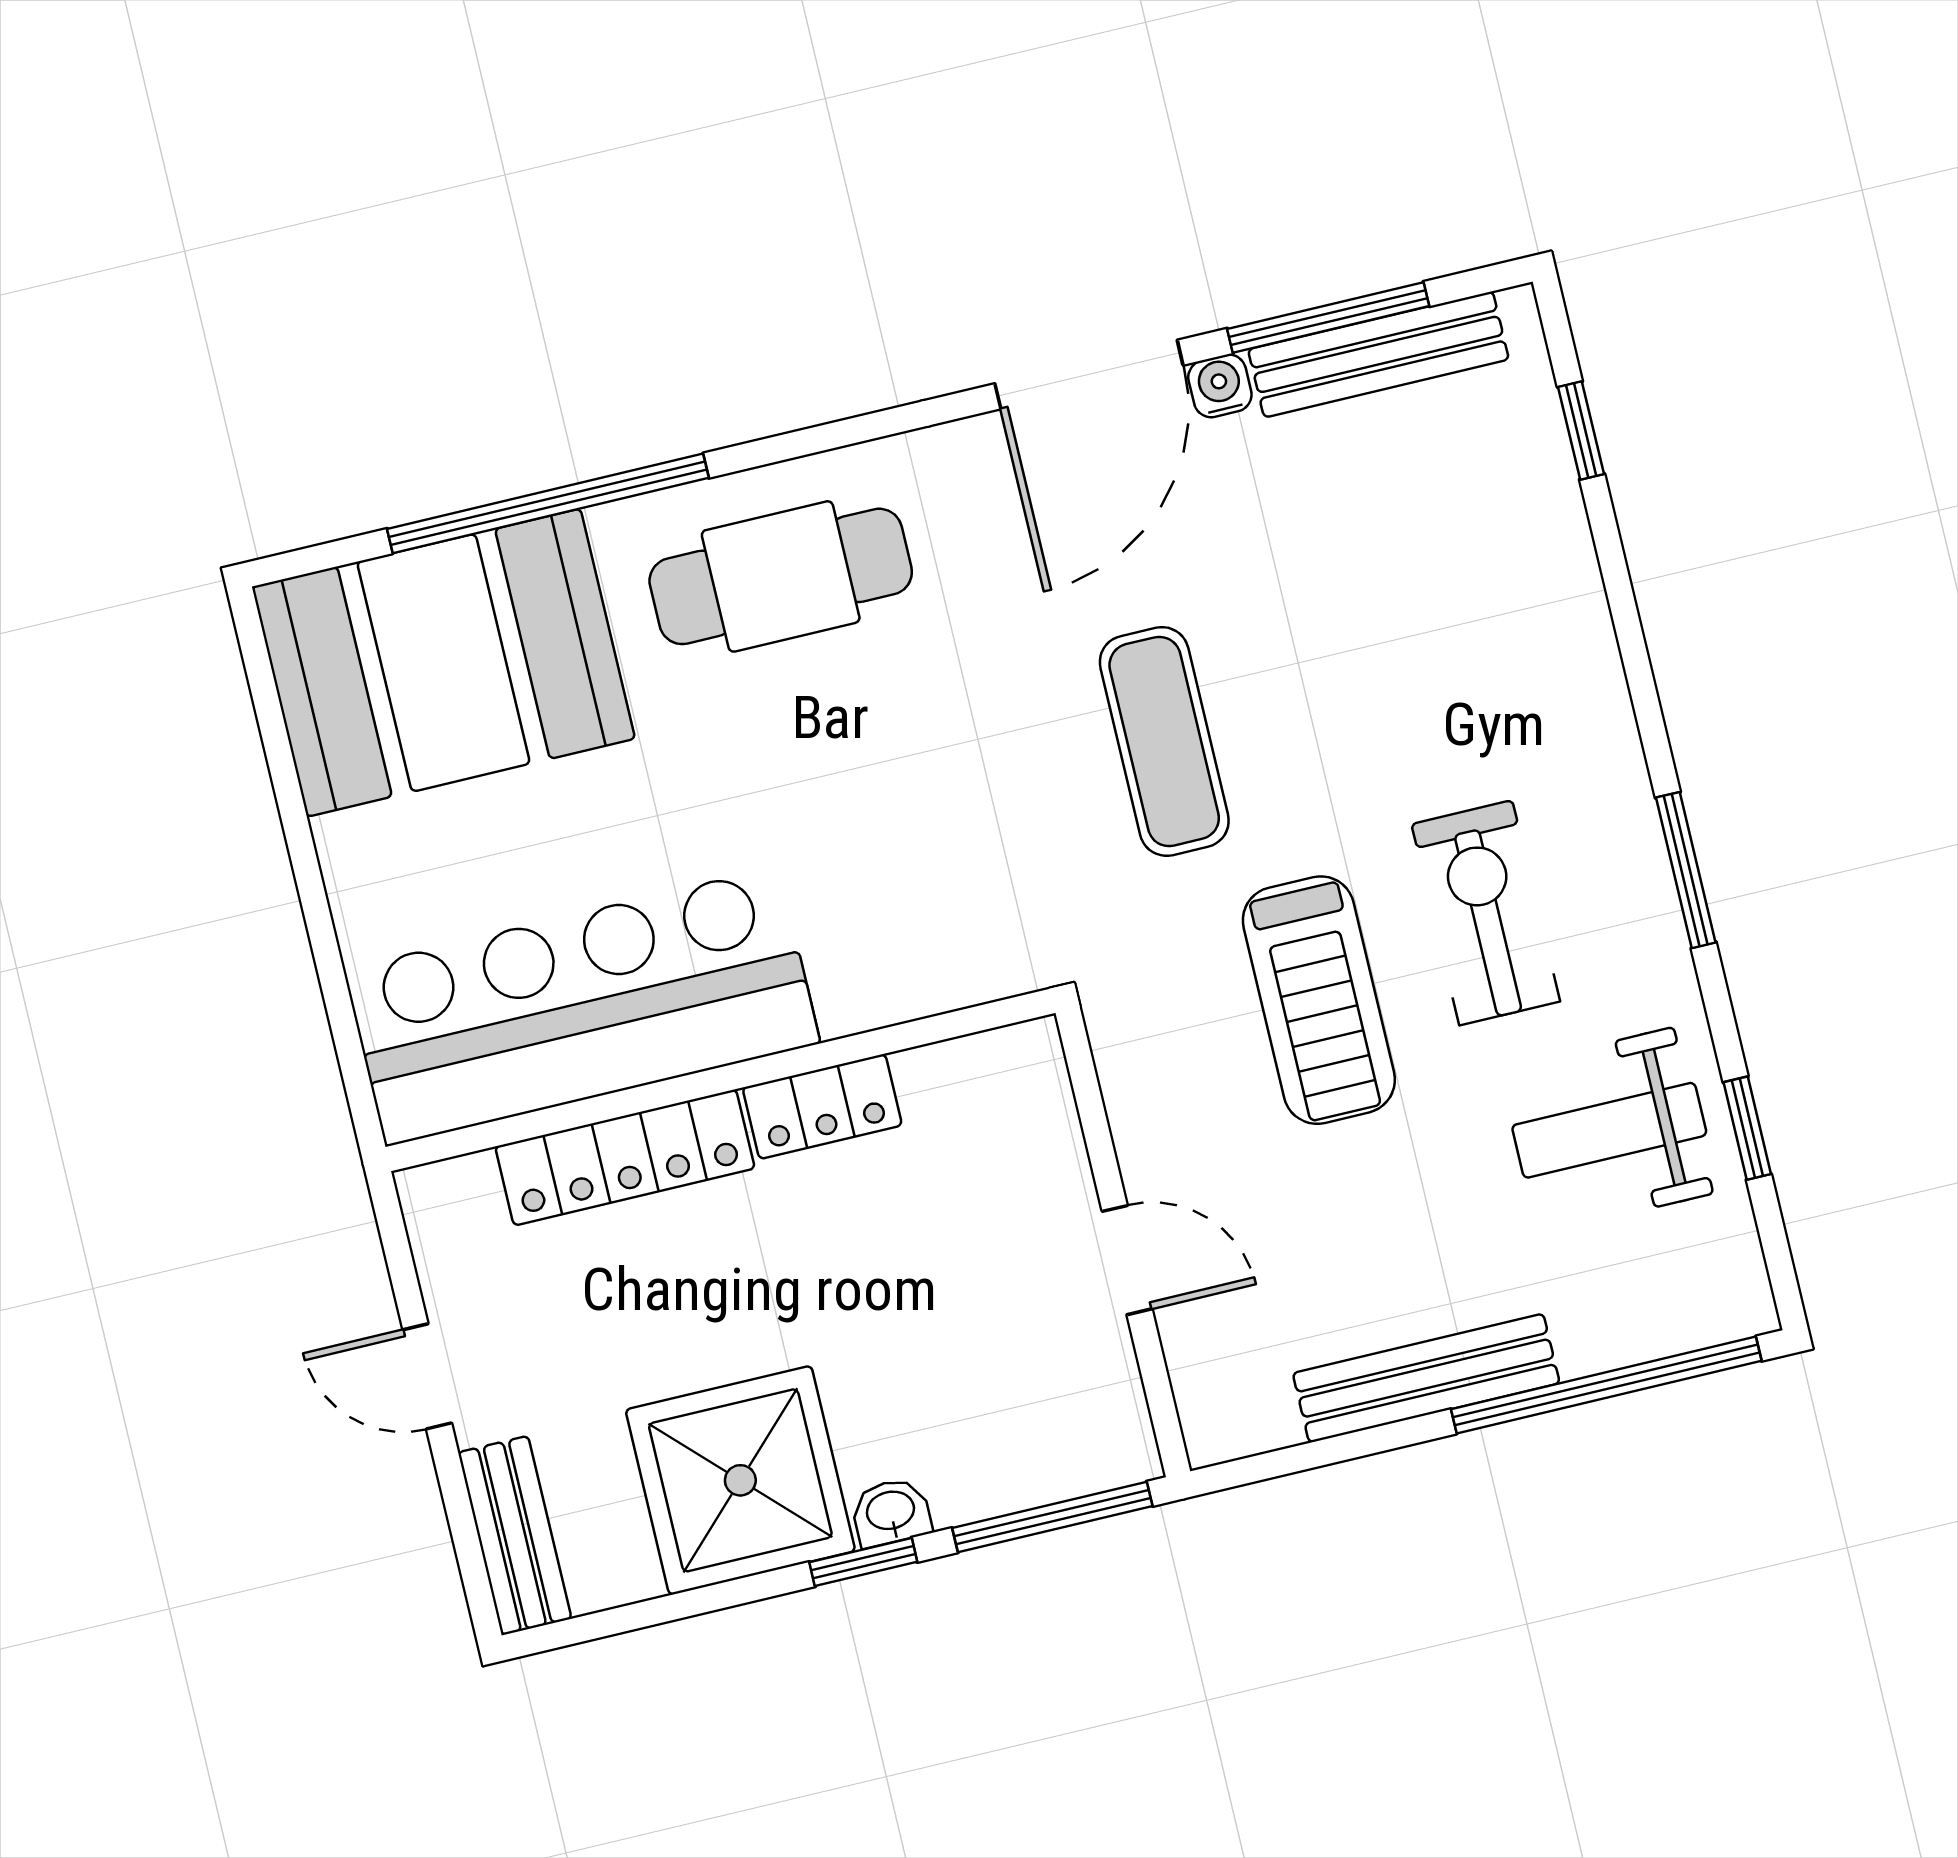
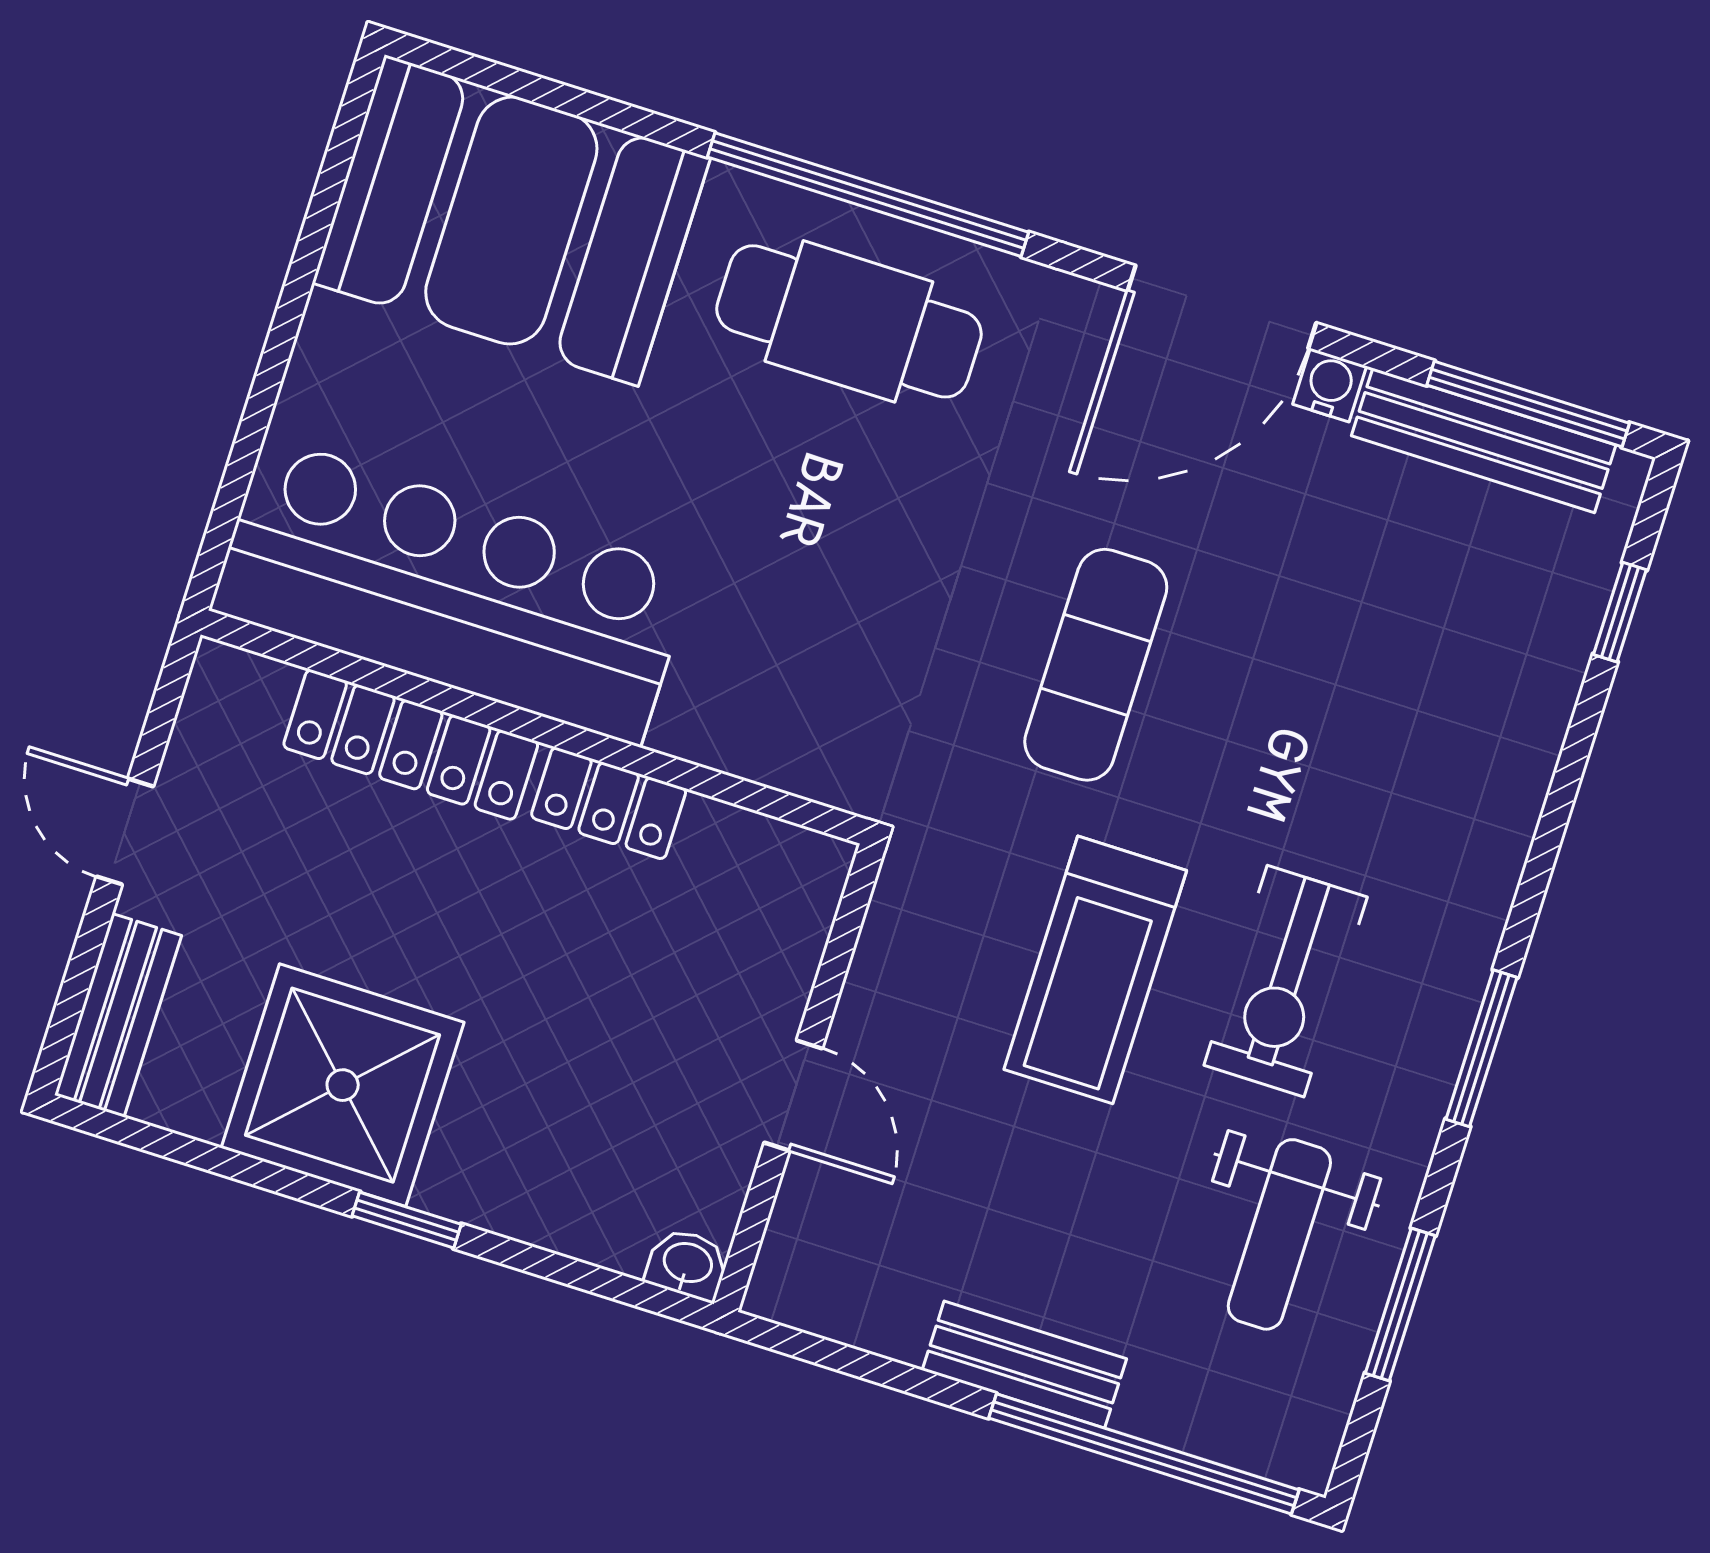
window: (1328, 317) -> (1528, 404), moved
window: (548, 503) -> (868, 195), moved
exercise bike: (1486, 913) -> (1286, 981), turned 180
window: (1747, 1128) -> (1400, 1304), width x1.50
weight bench: (1609, 1130) -> (1279, 1234), turned -90
bench: (1426, 1378) -> (1024, 1365), width x0.73
washbasin: (891, 1512) -> (687, 1264), moved
window: (1052, 1517) -> (594, 1280), removed

